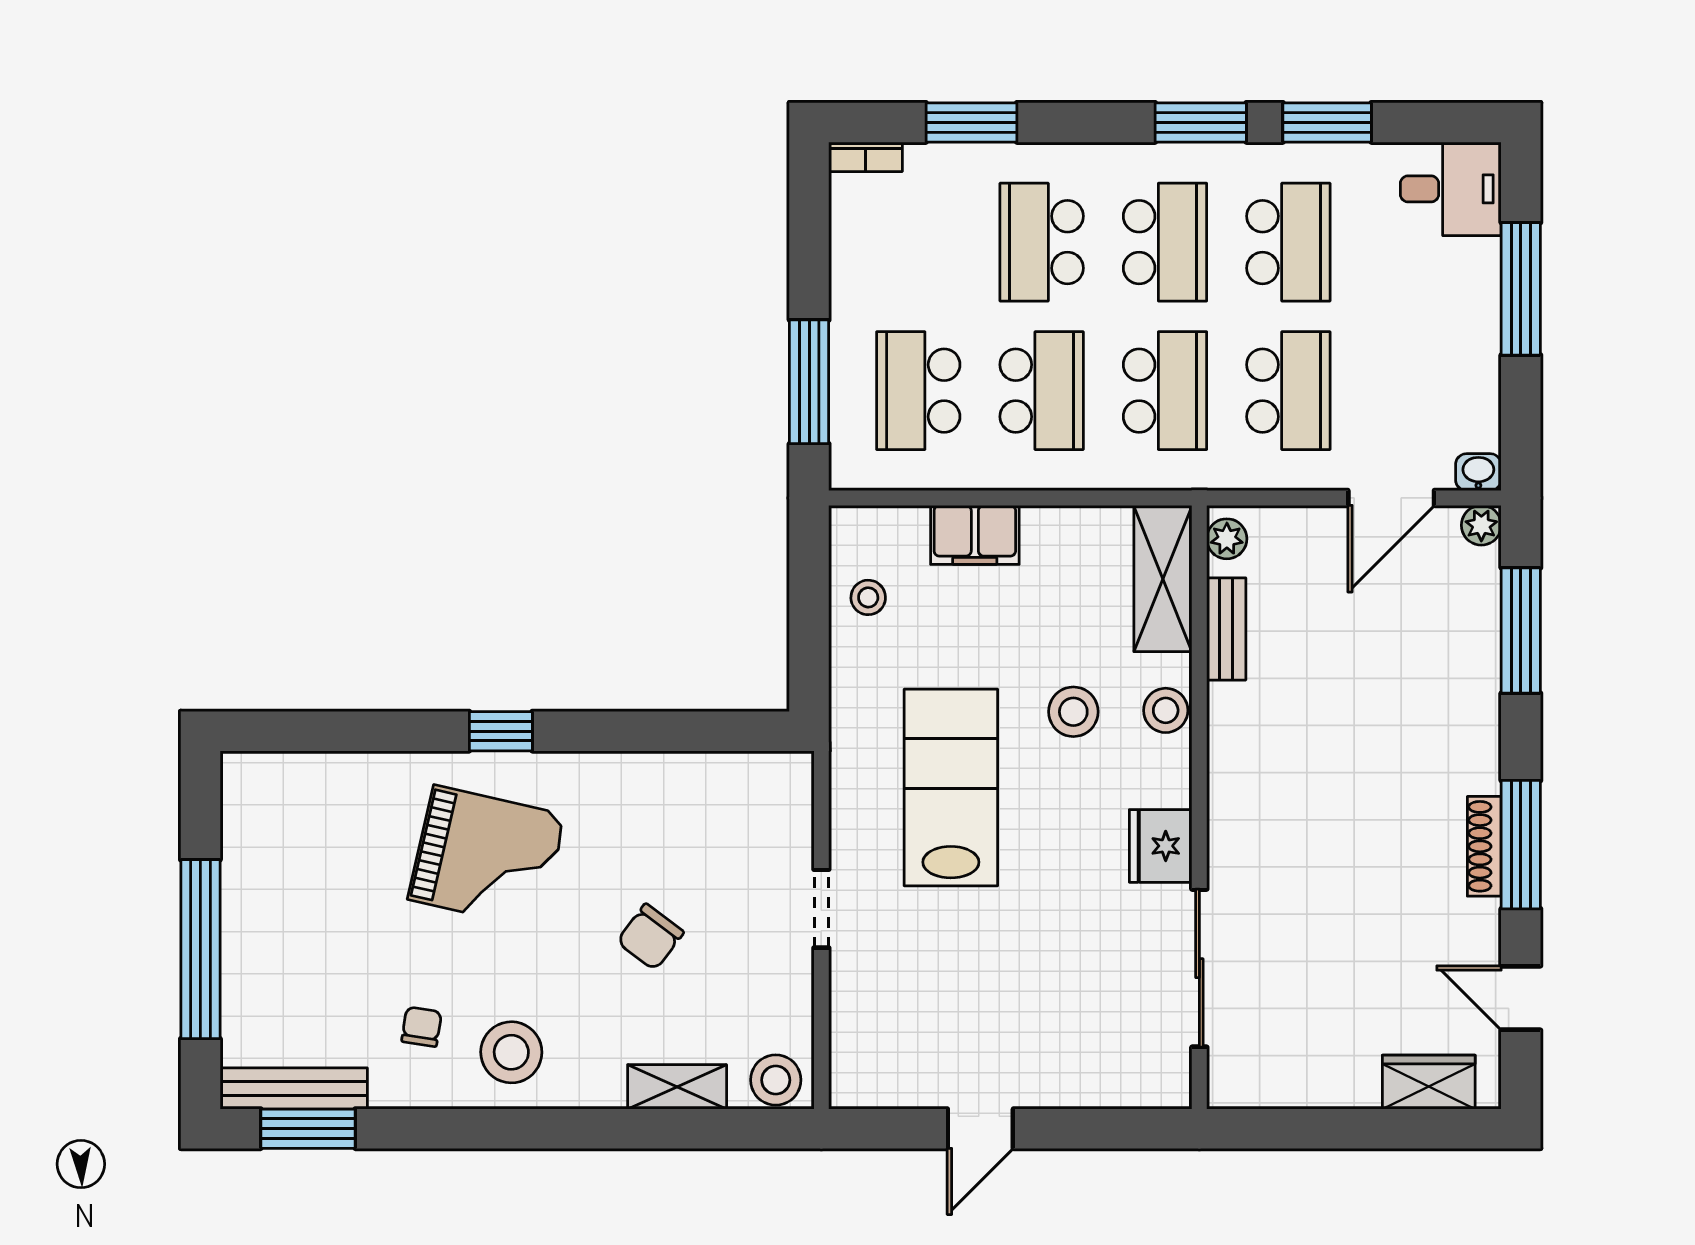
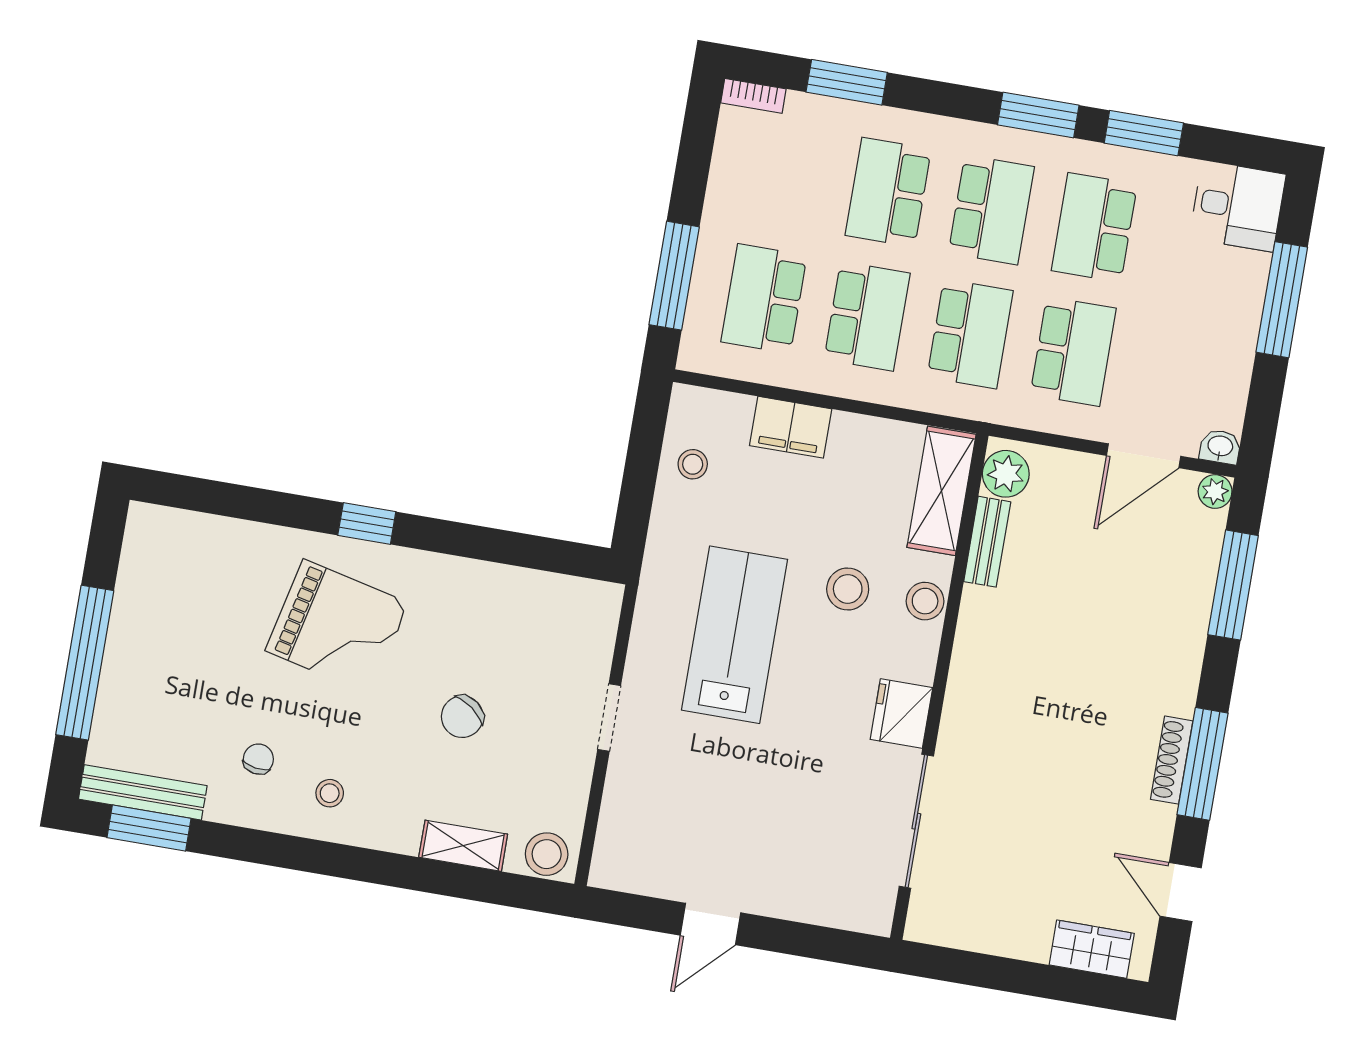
school desk: (1288, 242) -> (1094, 227), turned 180
plant: (1227, 539) -> (1006, 474), width x1.38, depth x1.38
stool: (511, 1052) -> (330, 793), width x0.53, depth x0.53

